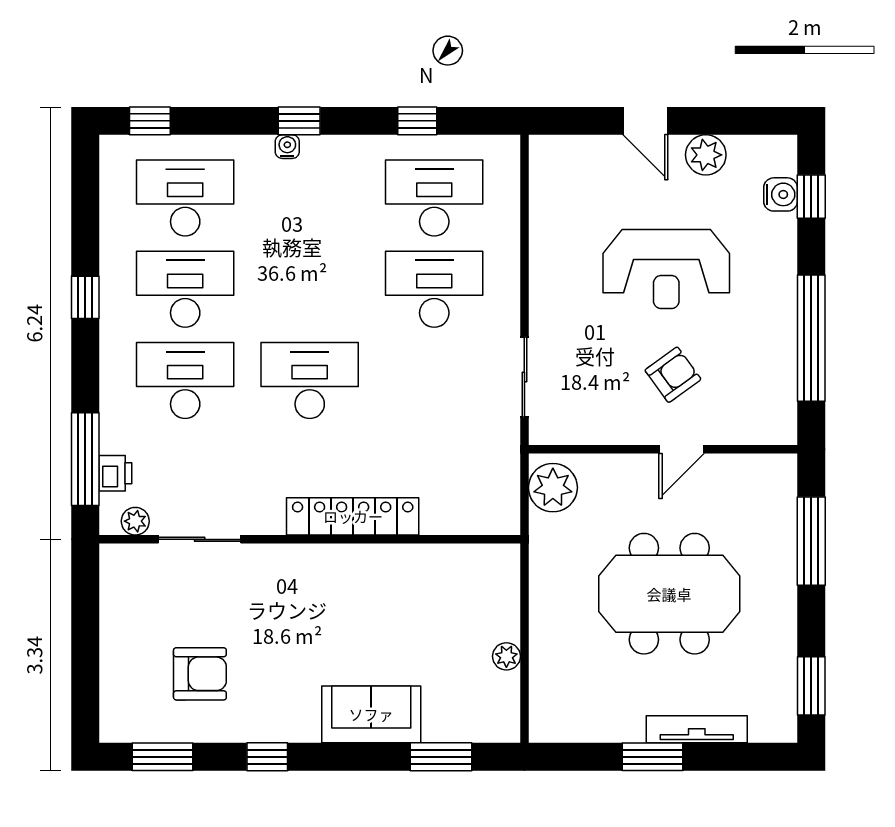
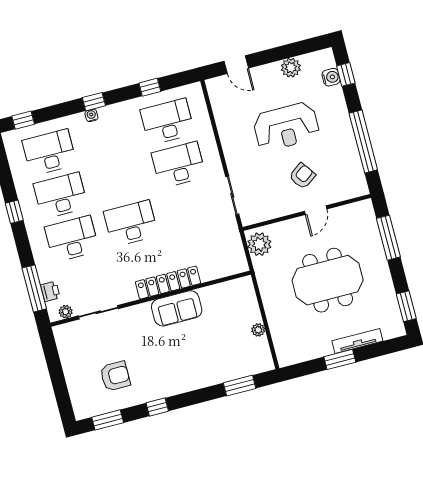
door: (645, 121) -> (236, 65), moved
sofa: (371, 714) -> (177, 308), moved, turned 180

